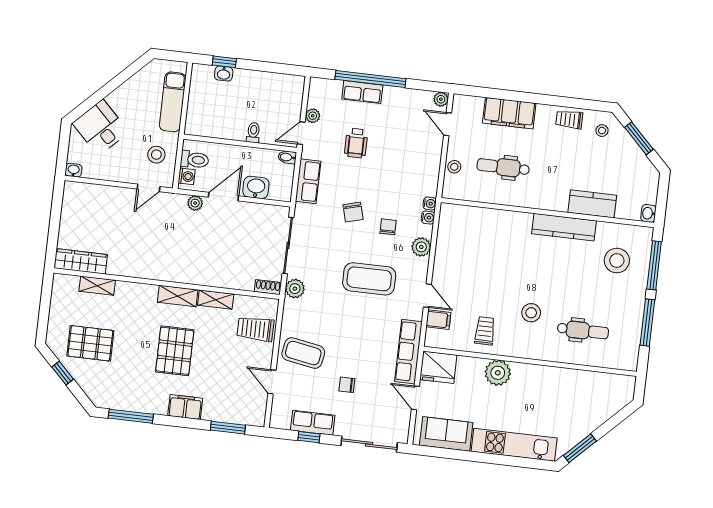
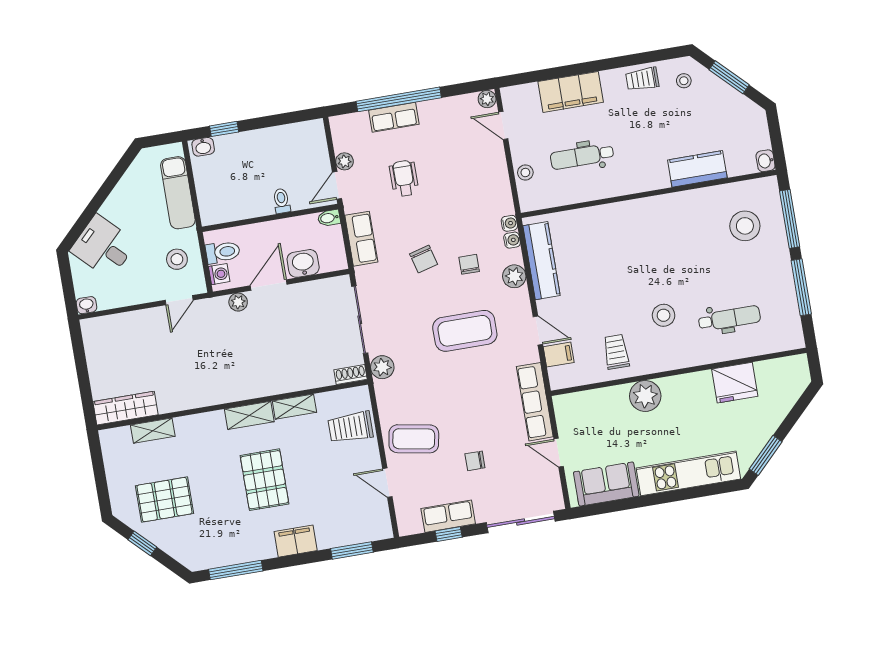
washbasin: (224, 74) -> (203, 147), moved
wheelchair: (356, 143) -> (404, 178), turned 180
kitchen counter: (564, 227) -> (541, 261), moved, turned -90
fridge: (438, 367) -> (735, 383), moved

